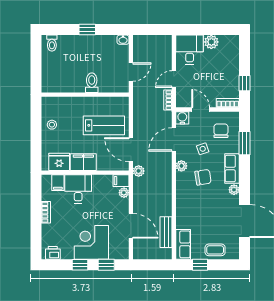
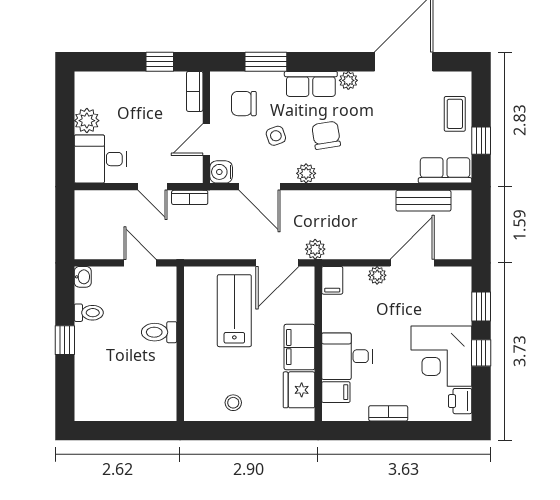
toilet: (52, 43) -> (89, 313), moved
plant: (124, 193) -> (377, 275), moved
corner desk: (91, 242) -> (441, 356), moved

